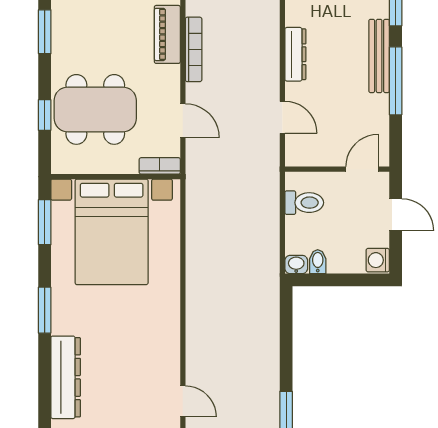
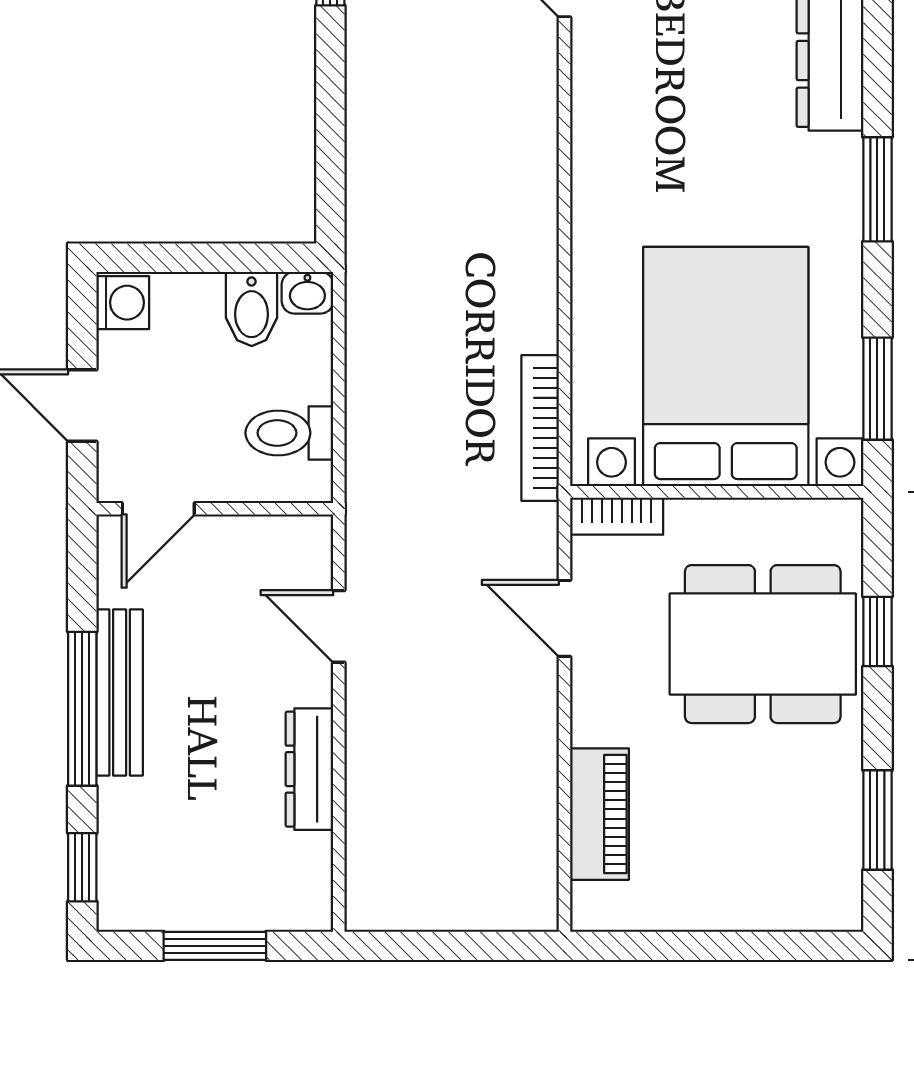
bookcase: (194, 49) -> (540, 428), moved
bench: (379, 56) -> (120, 693), moved
bidet: (318, 262) -> (252, 309), width x1.38, depth x1.36

